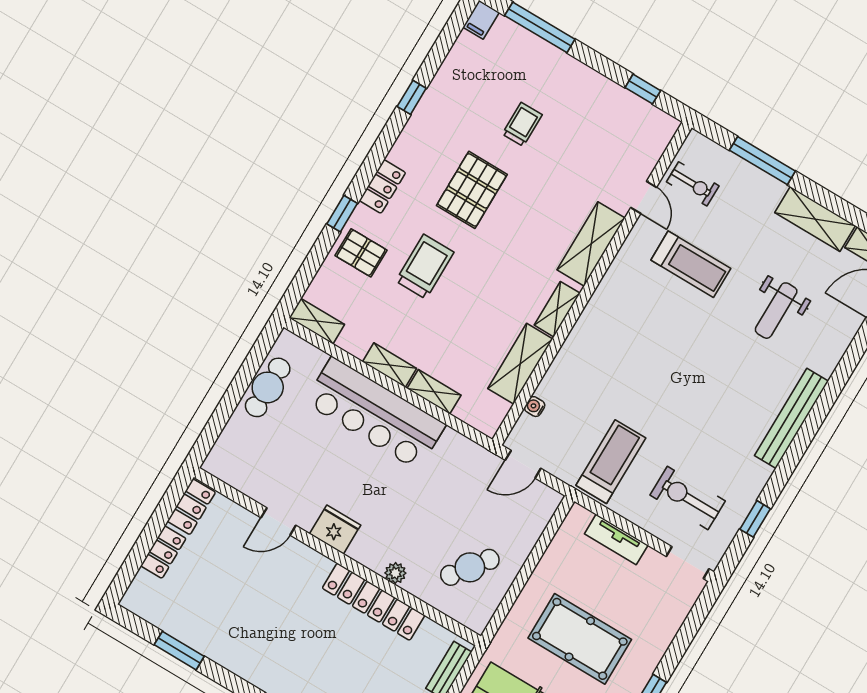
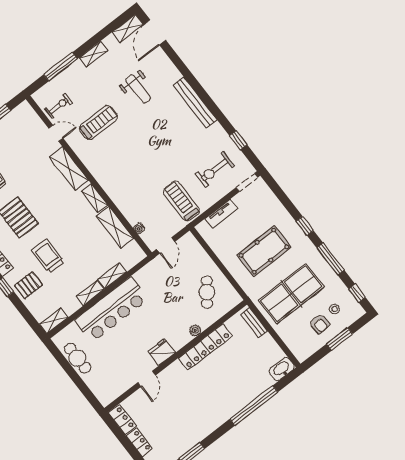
shelving: (815, 219) -> (93, 54), width x0.67, depth x0.75

